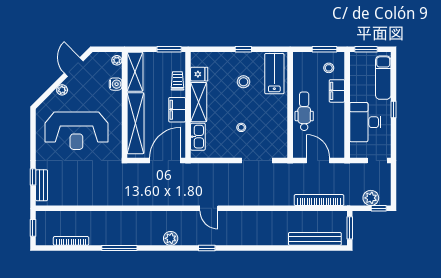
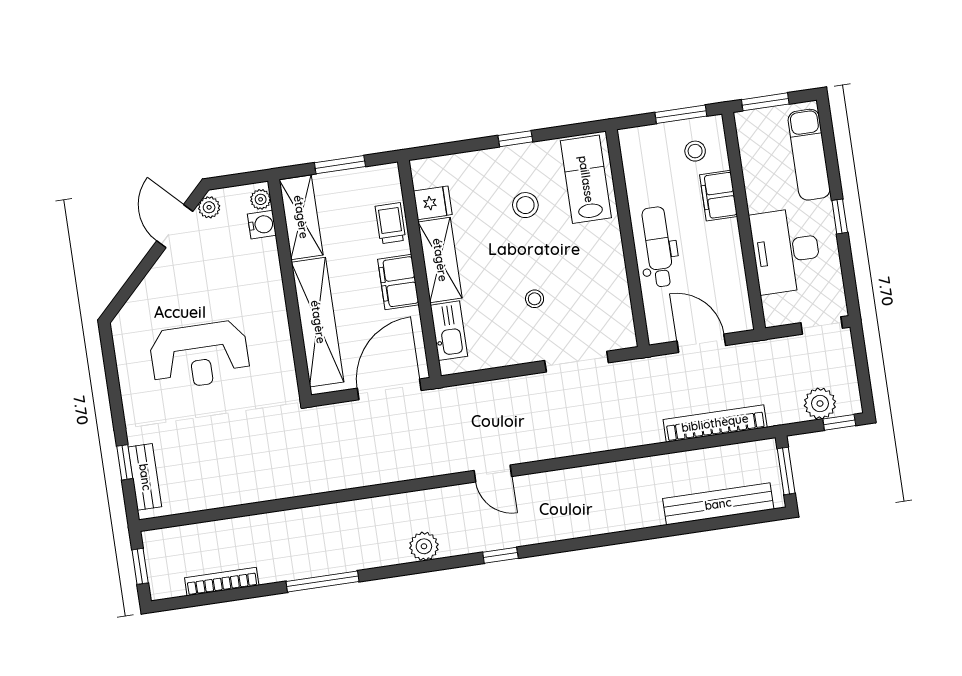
window: (169, 49) -> (340, 165), moved
water cooler: (116, 84) -> (262, 225), moved
plant: (62, 90) -> (209, 207), moved
reception desk: (76, 131) -> (200, 355), width x0.74, depth x0.77

